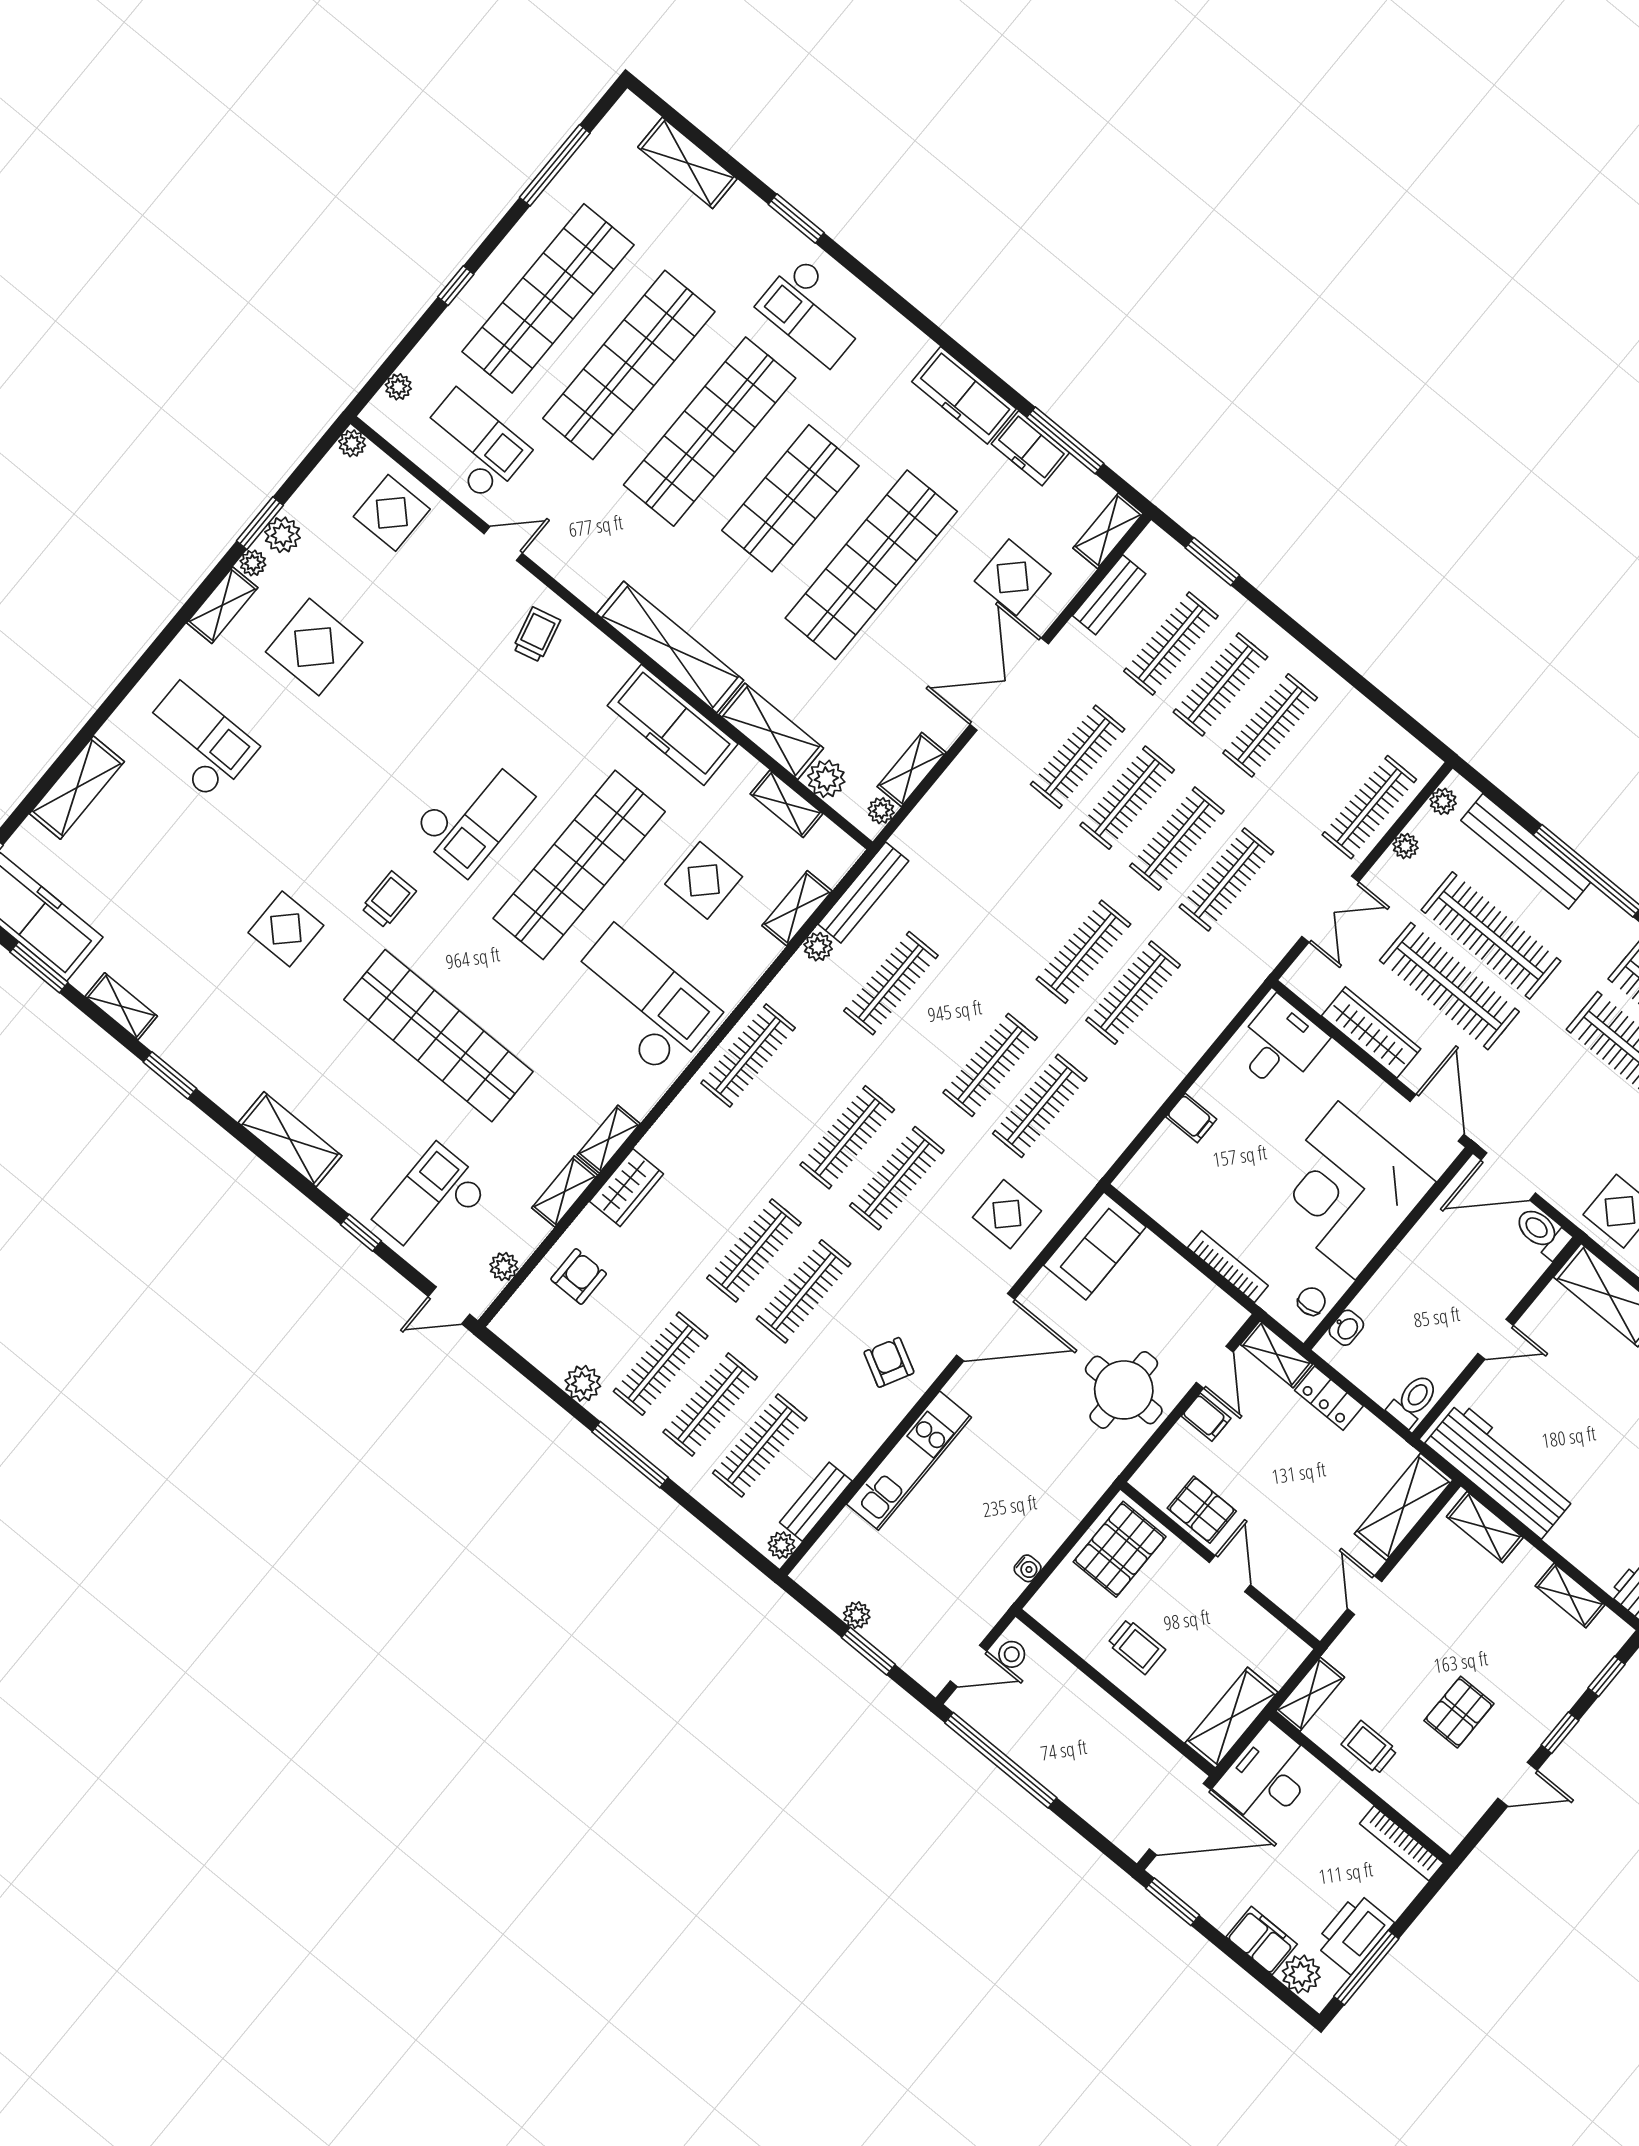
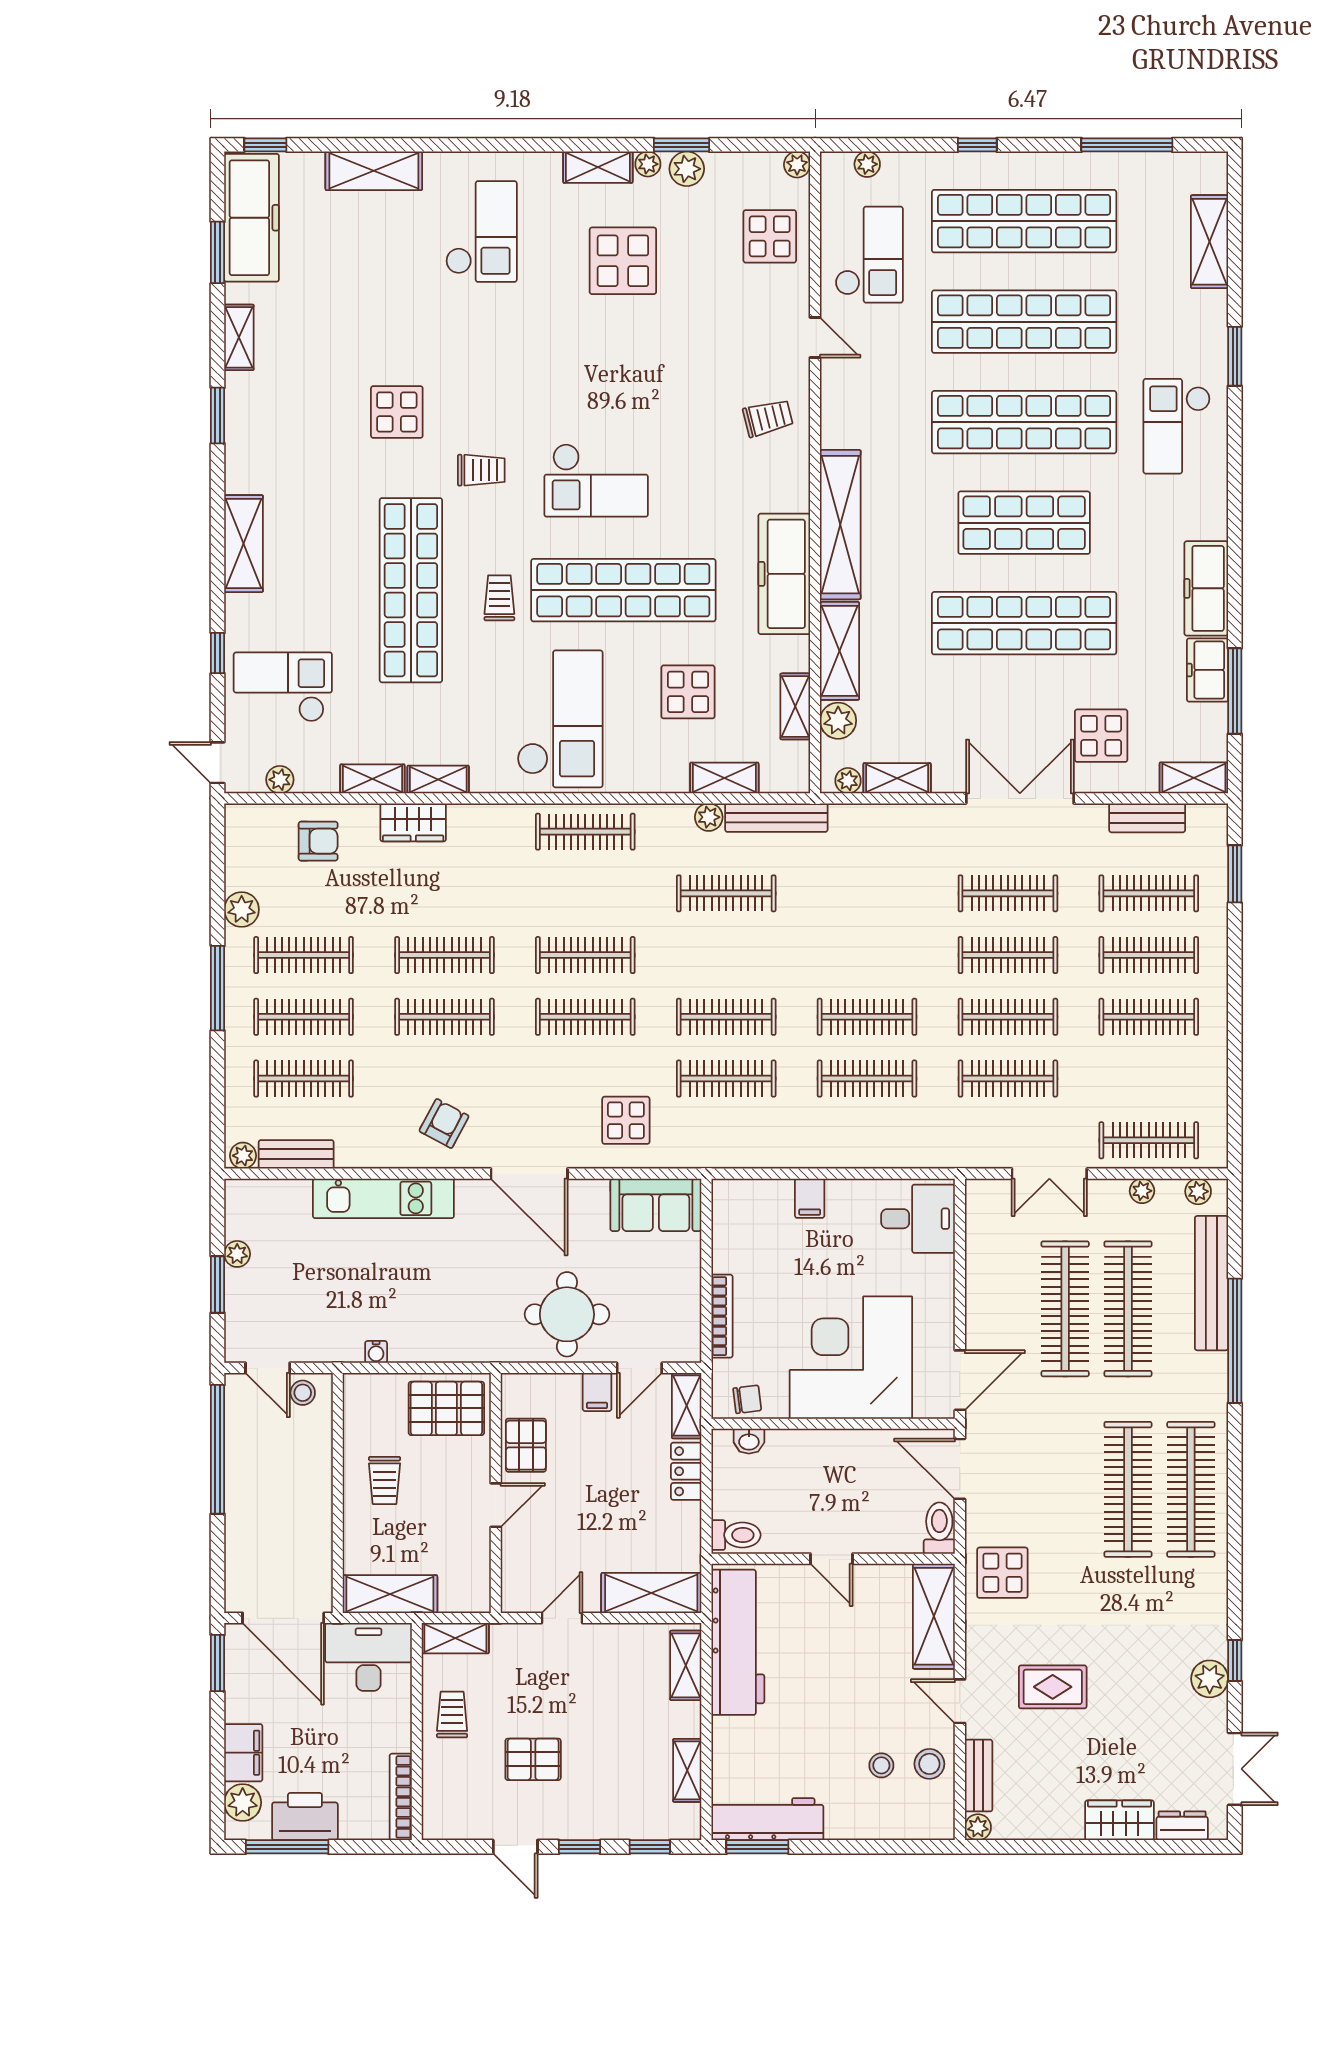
trolley: (503, 970) -> (499, 598), added
wardrobe: (1371, 1032) -> (983, 1279), removed

